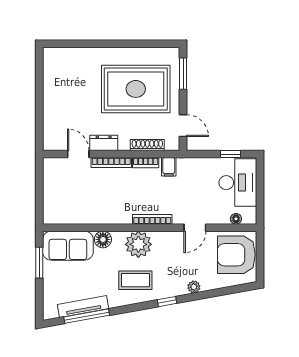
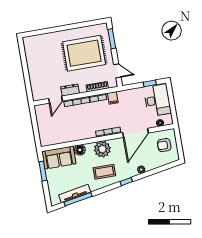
door: (78, 154) -> (55, 100), swing flipped
door: (195, 228) -> (136, 133), width x1.87
armchair: (236, 255) -> (164, 145), width x0.53, depth x0.53

